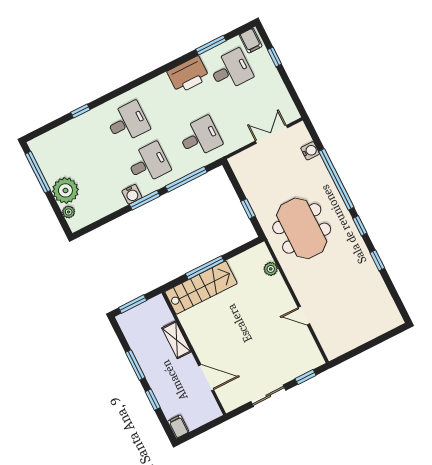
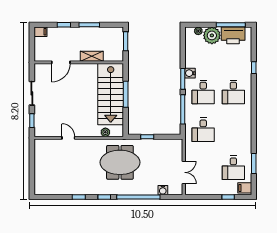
printer: (188, 75) -> (233, 35), moved, turned -90
stairs: (201, 288) -> (111, 94), width x1.36, depth x1.51
door: (304, 316) -> (68, 138), hinge flipped

